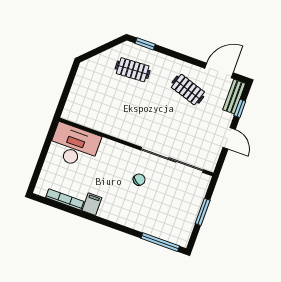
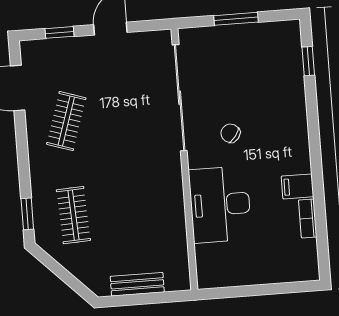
bench: (234, 97) -> (137, 284), moved
desk: (74, 146) -> (220, 204), moved
bookcase: (65, 200) -> (308, 218), width x0.64
window: (160, 242) -> (308, 61), width x0.46

